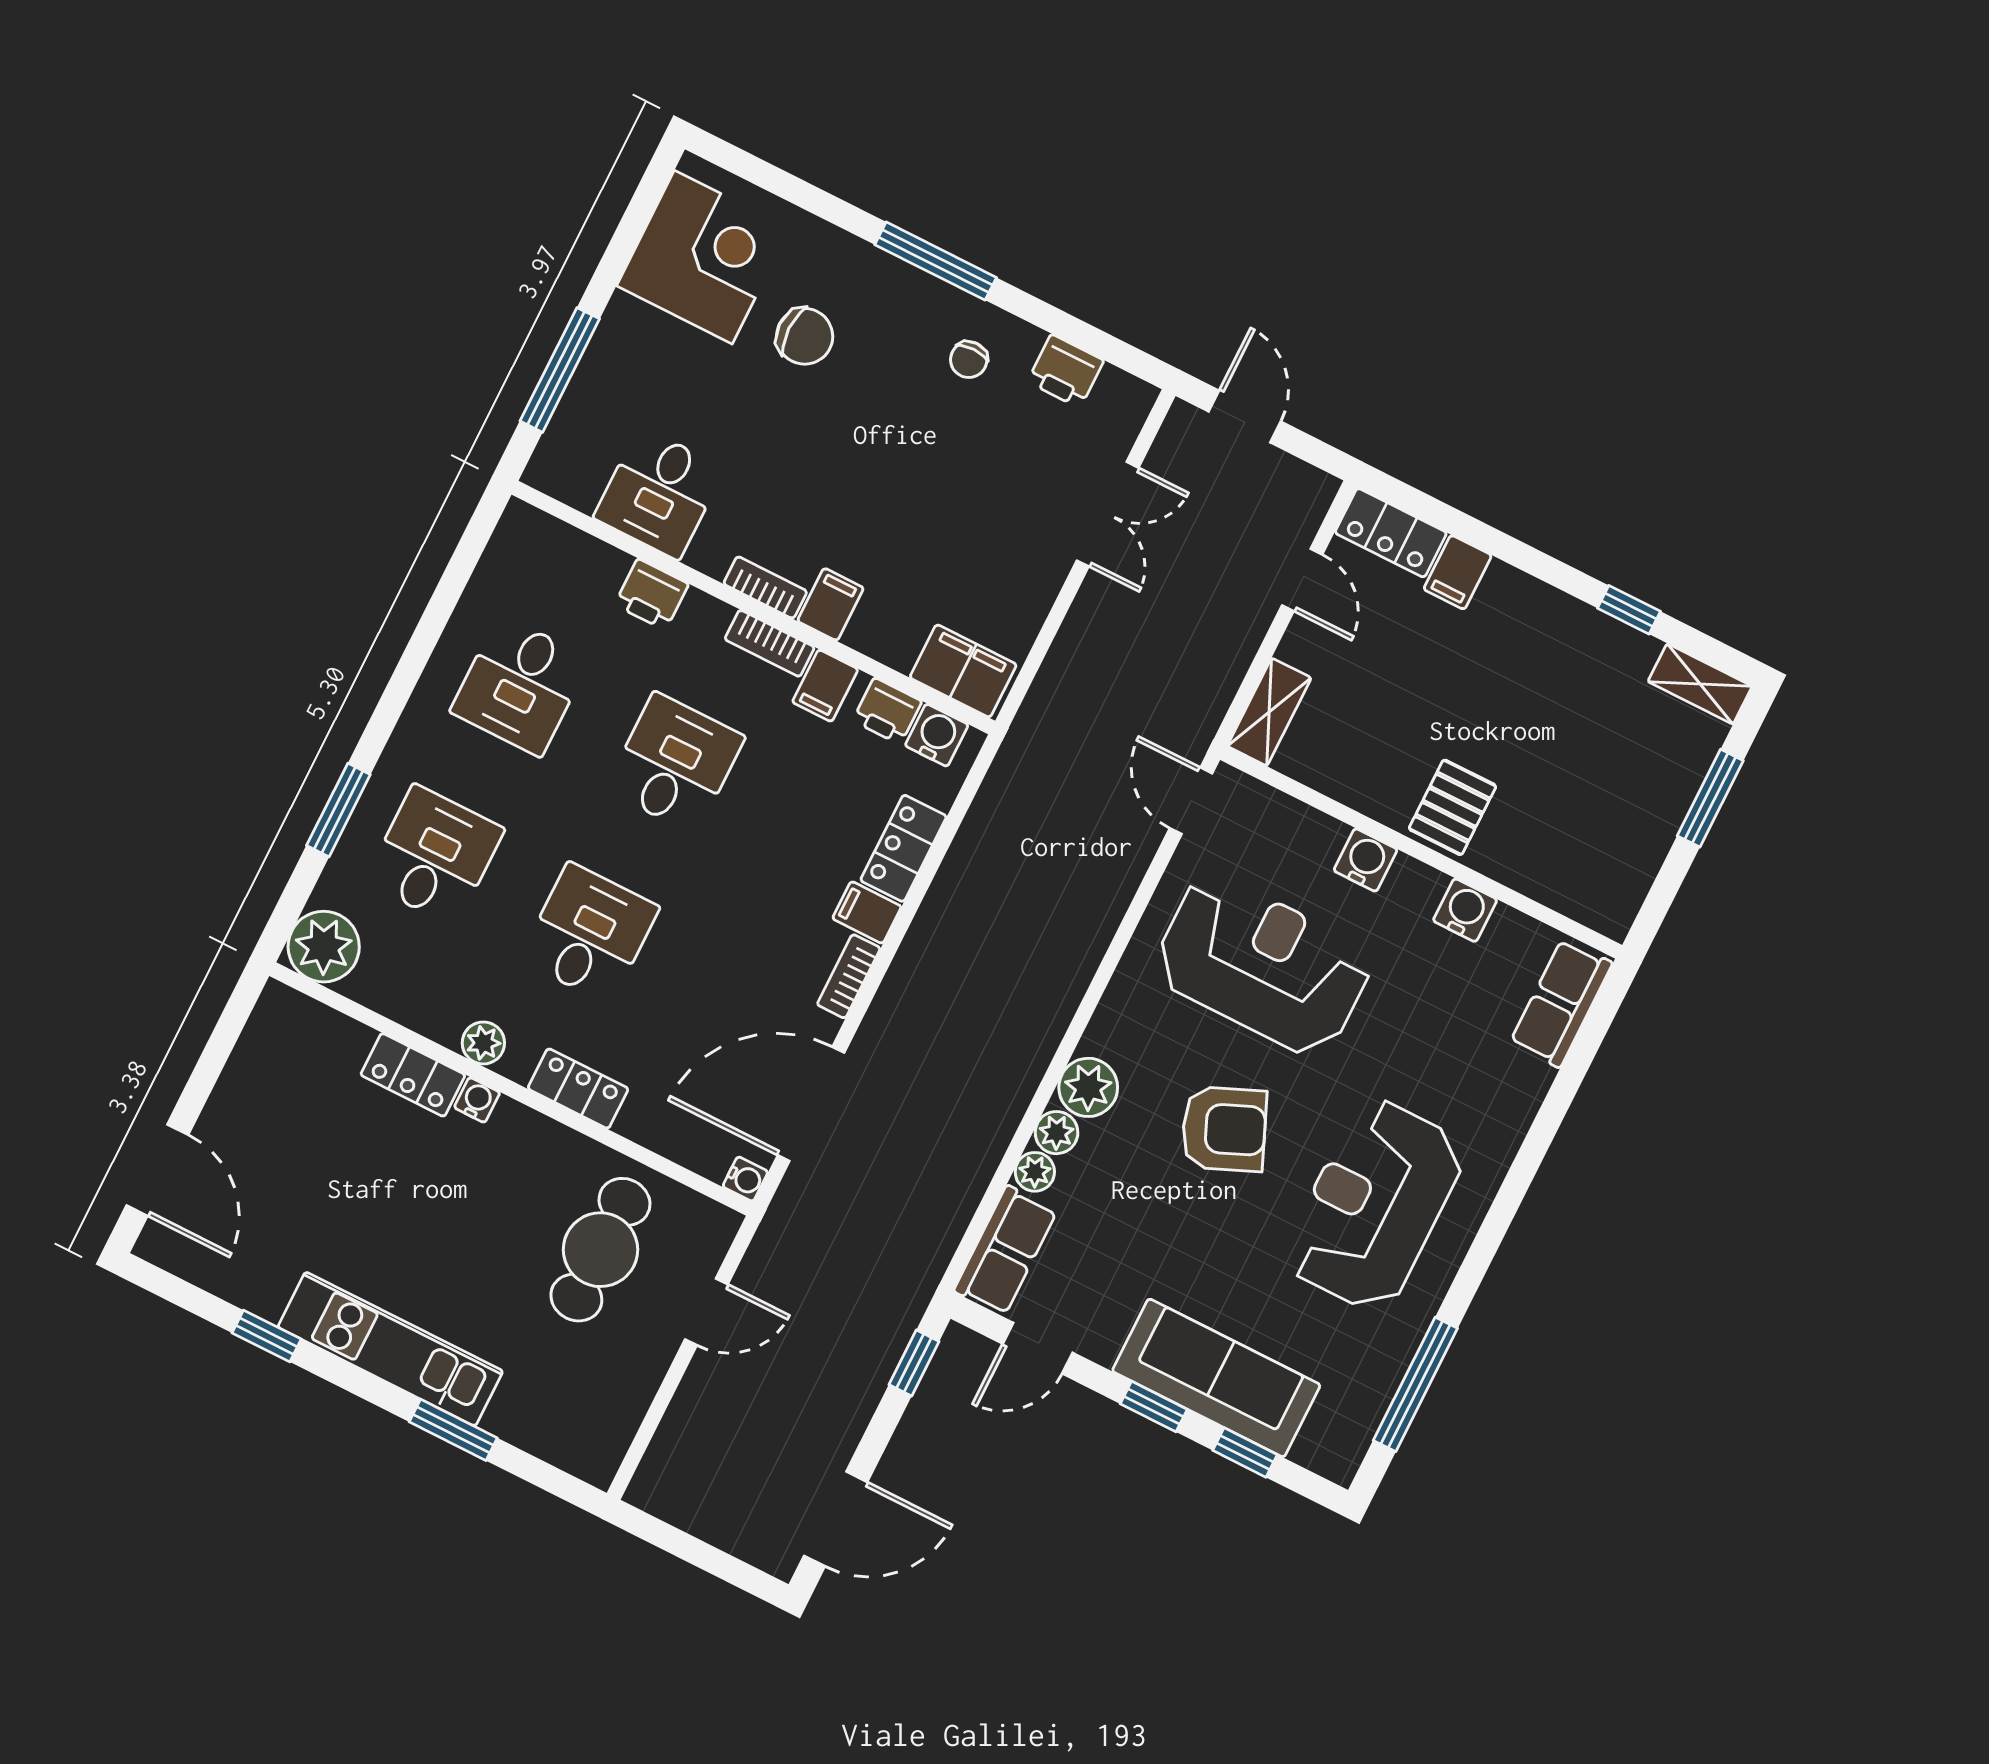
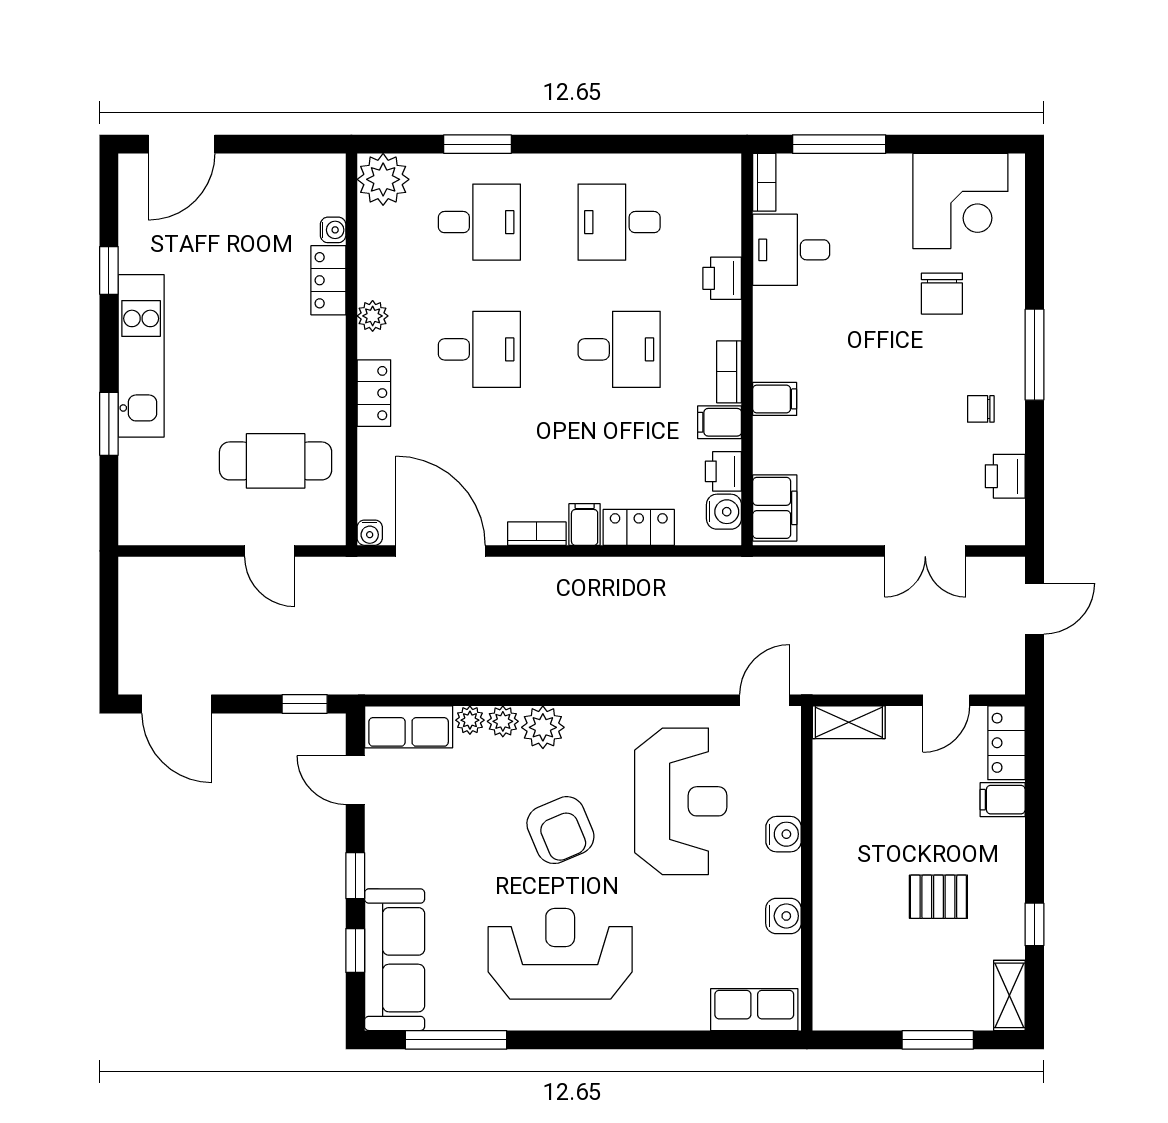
bookcase: (765, 587) -> (764, 182), moved
pallet: (1453, 807) -> (938, 897), moved
water cooler: (477, 1100) -> (333, 230), moved
sofa: (1216, 1378) -> (395, 960), moved

